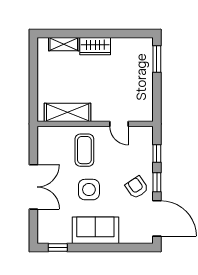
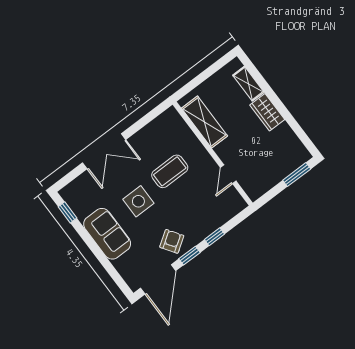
shelving: (68, 112) -> (204, 122), moved
wall: (95, 124) -> (213, 154), moved
door: (119, 124) -> (228, 174), moved

